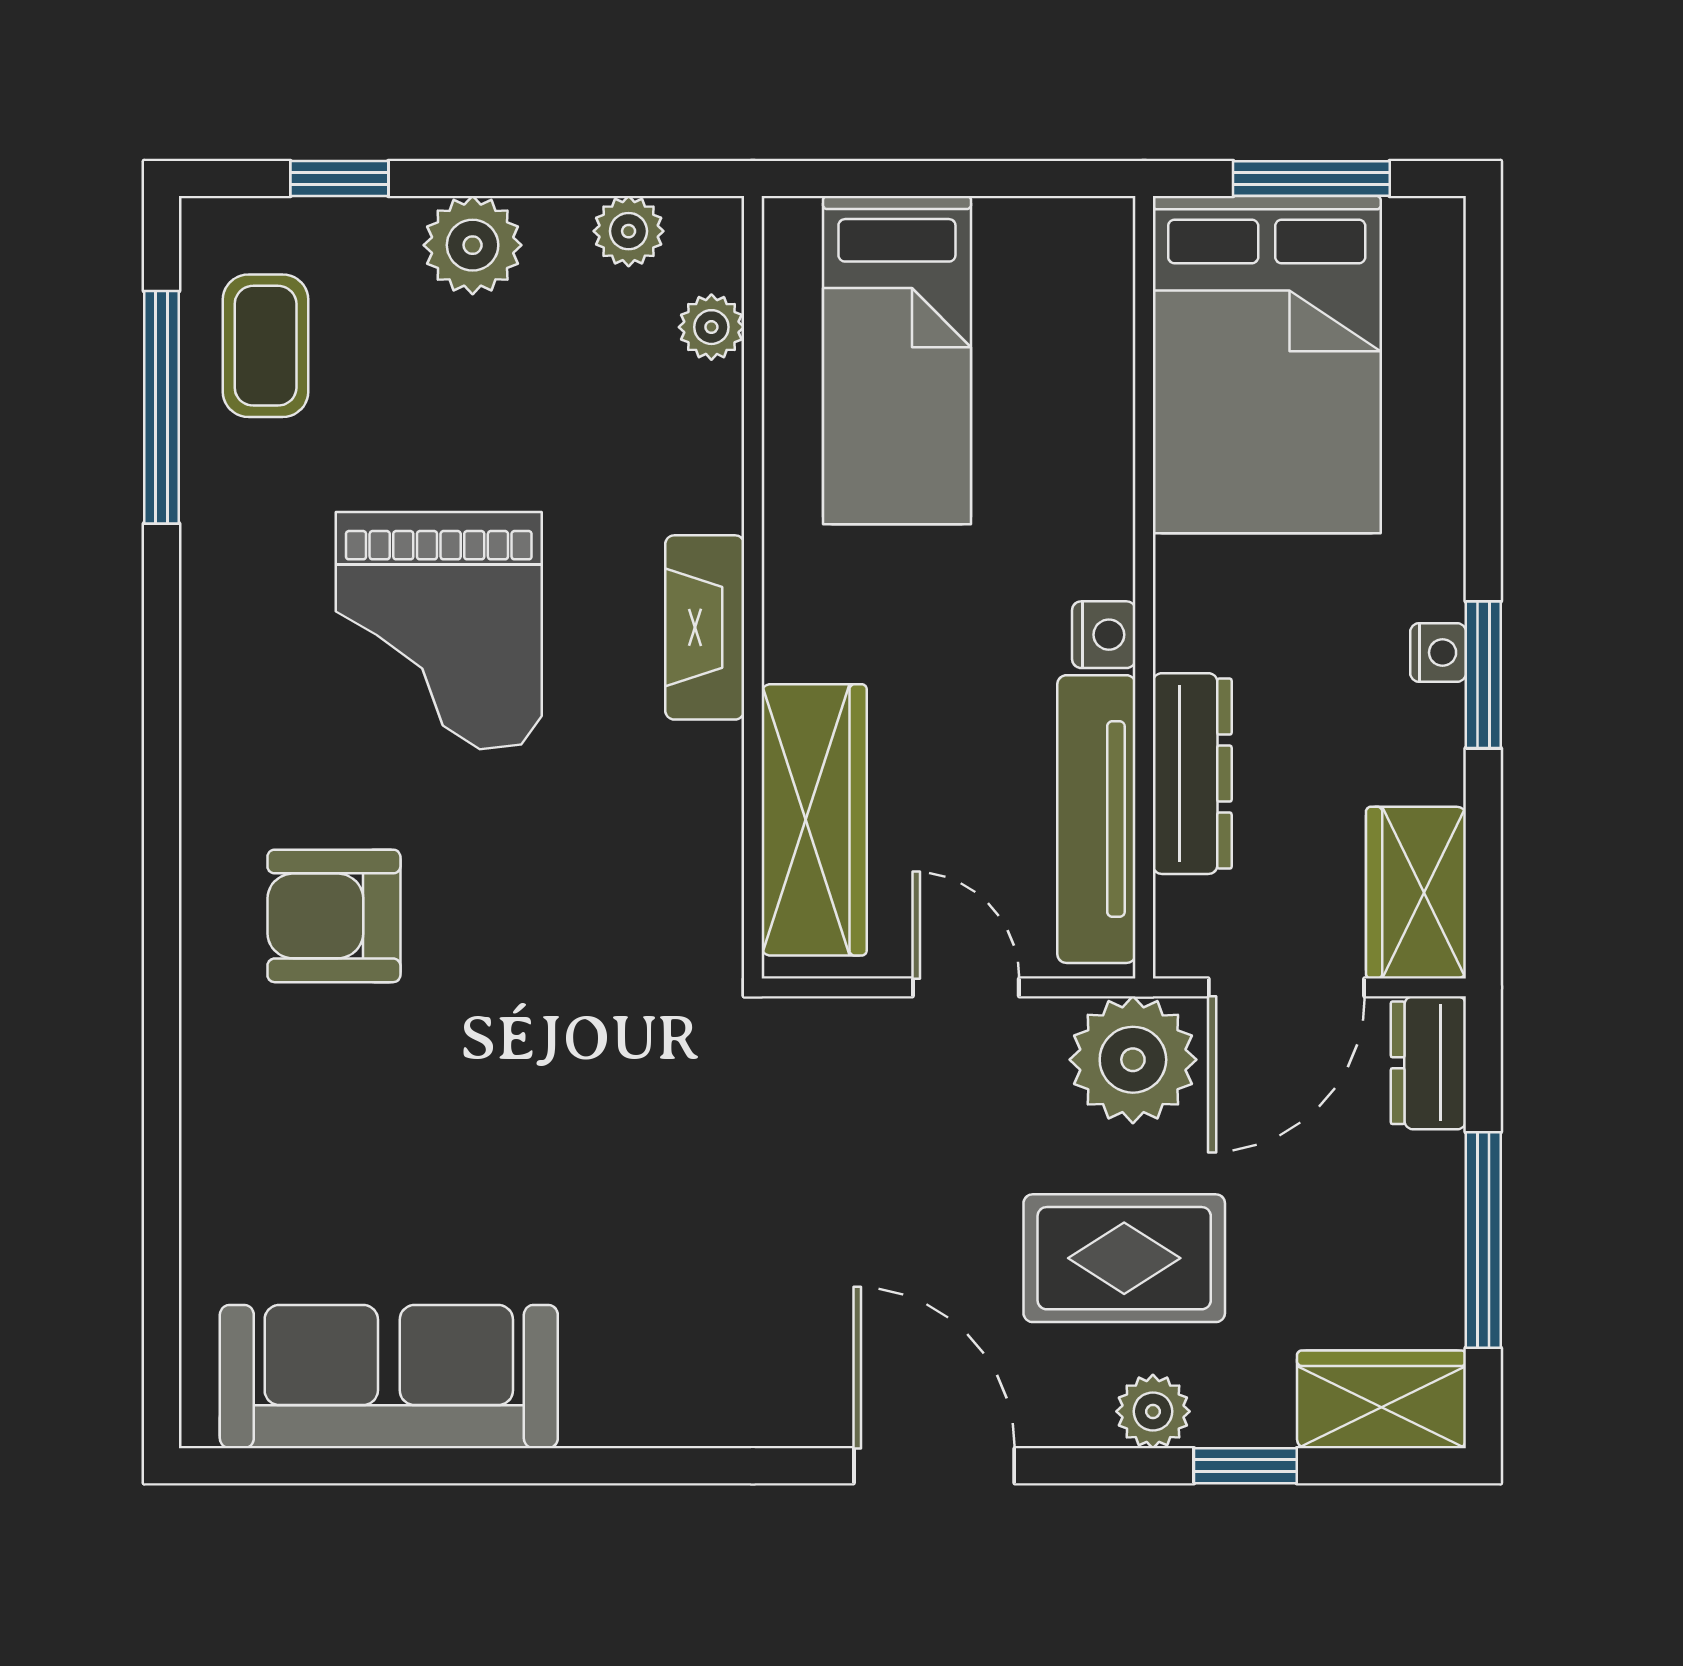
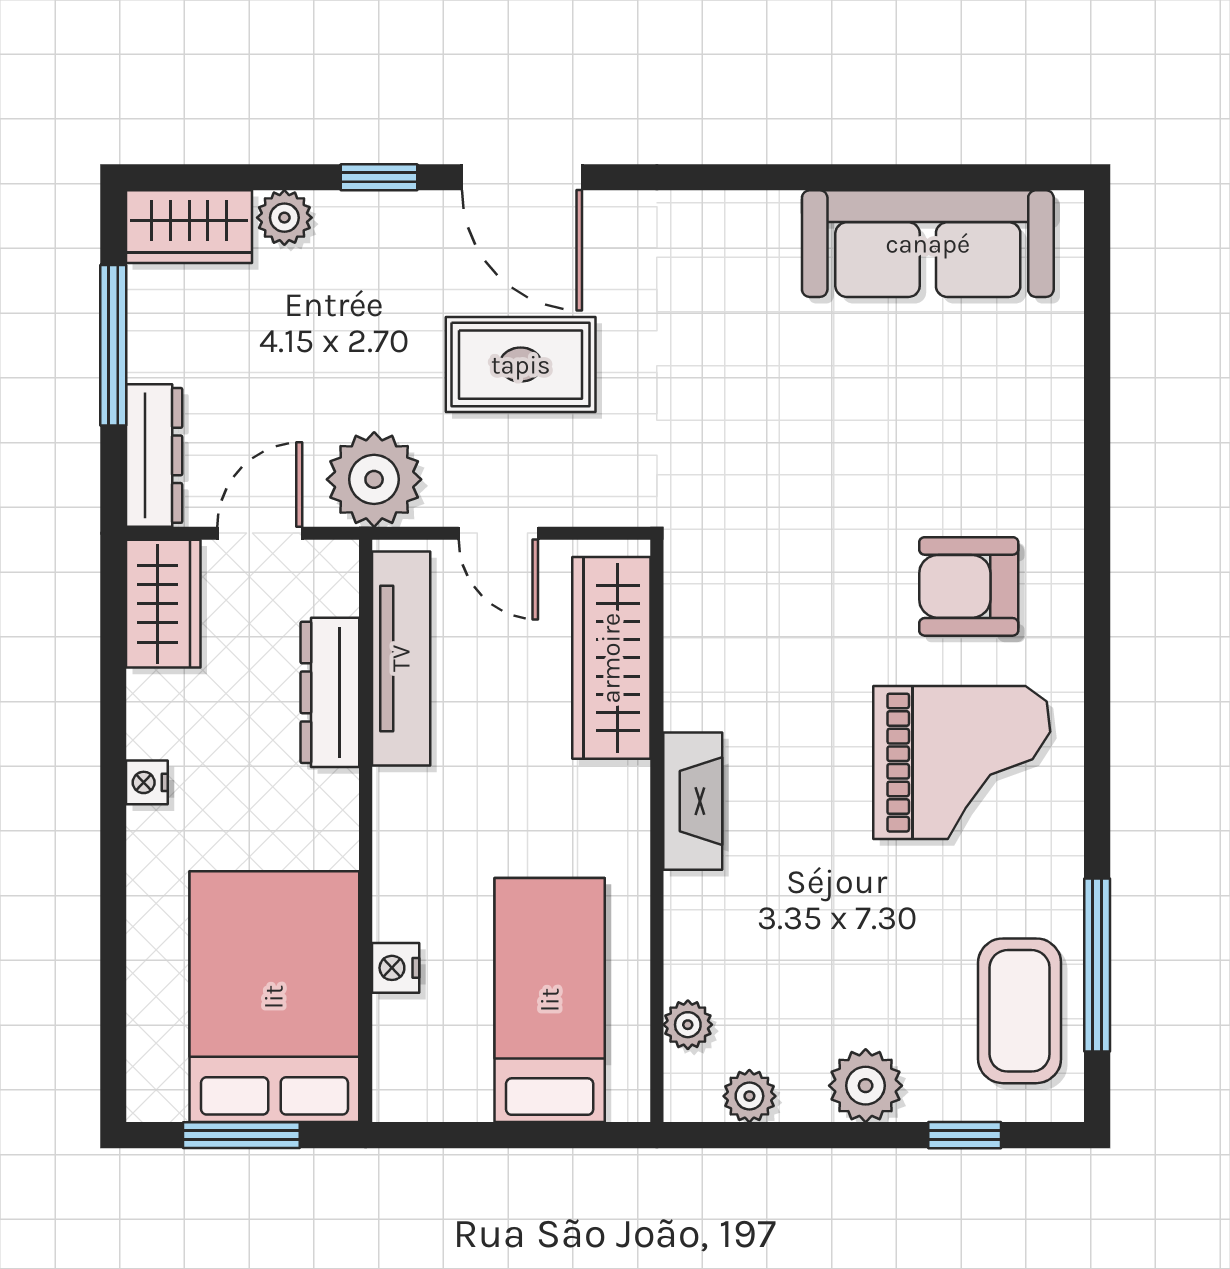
coffee table: (266, 346) -> (1020, 1011), width x1.36, depth x1.30
grand piano: (439, 631) -> (962, 763), moved, turned 90
nightstand: (1104, 635) -> (396, 968), moved
window: (1483, 675) -> (113, 766), removed
armchair: (334, 916) -> (969, 586), turned 180
door: (1286, 987) -> (260, 533), width x0.73
dresser: (1428, 1063) -> (154, 455), width x1.44
rug: (1124, 1258) -> (521, 365), moved
plant: (1153, 1411) -> (284, 218), moved
window: (1245, 1466) -> (379, 177), moved

